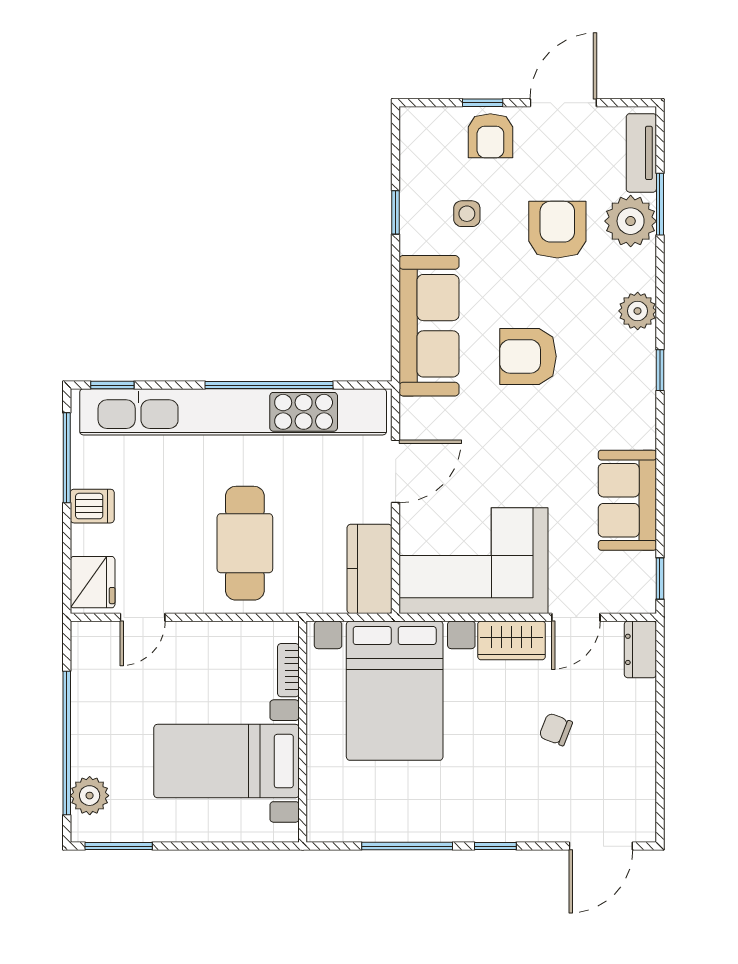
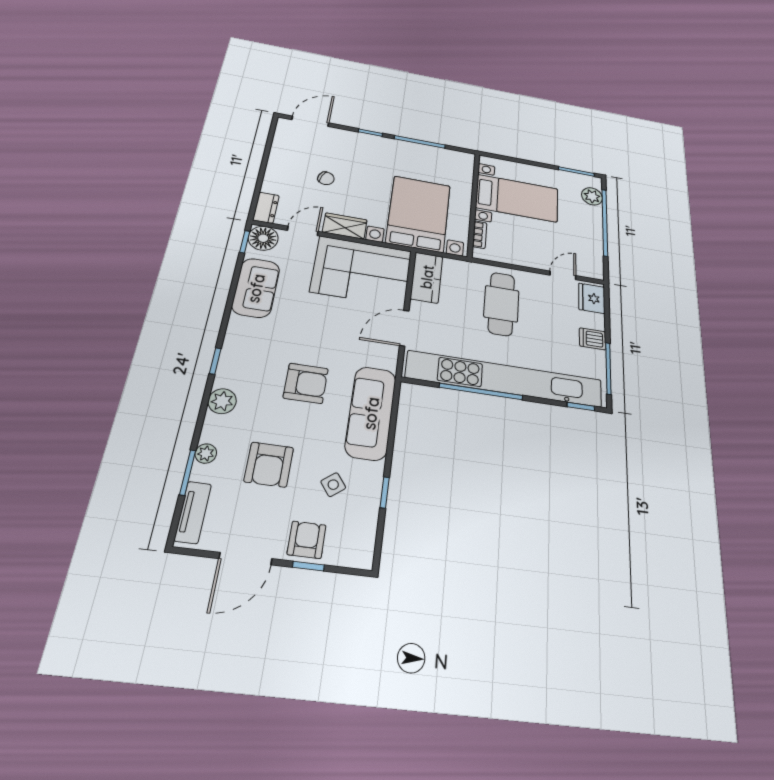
side table: (467, 214) -> (333, 485), turned -37
plant: (631, 221) -> (206, 454), width x0.53, depth x0.53
floor lamp: (634, 591) -> (263, 238), added

